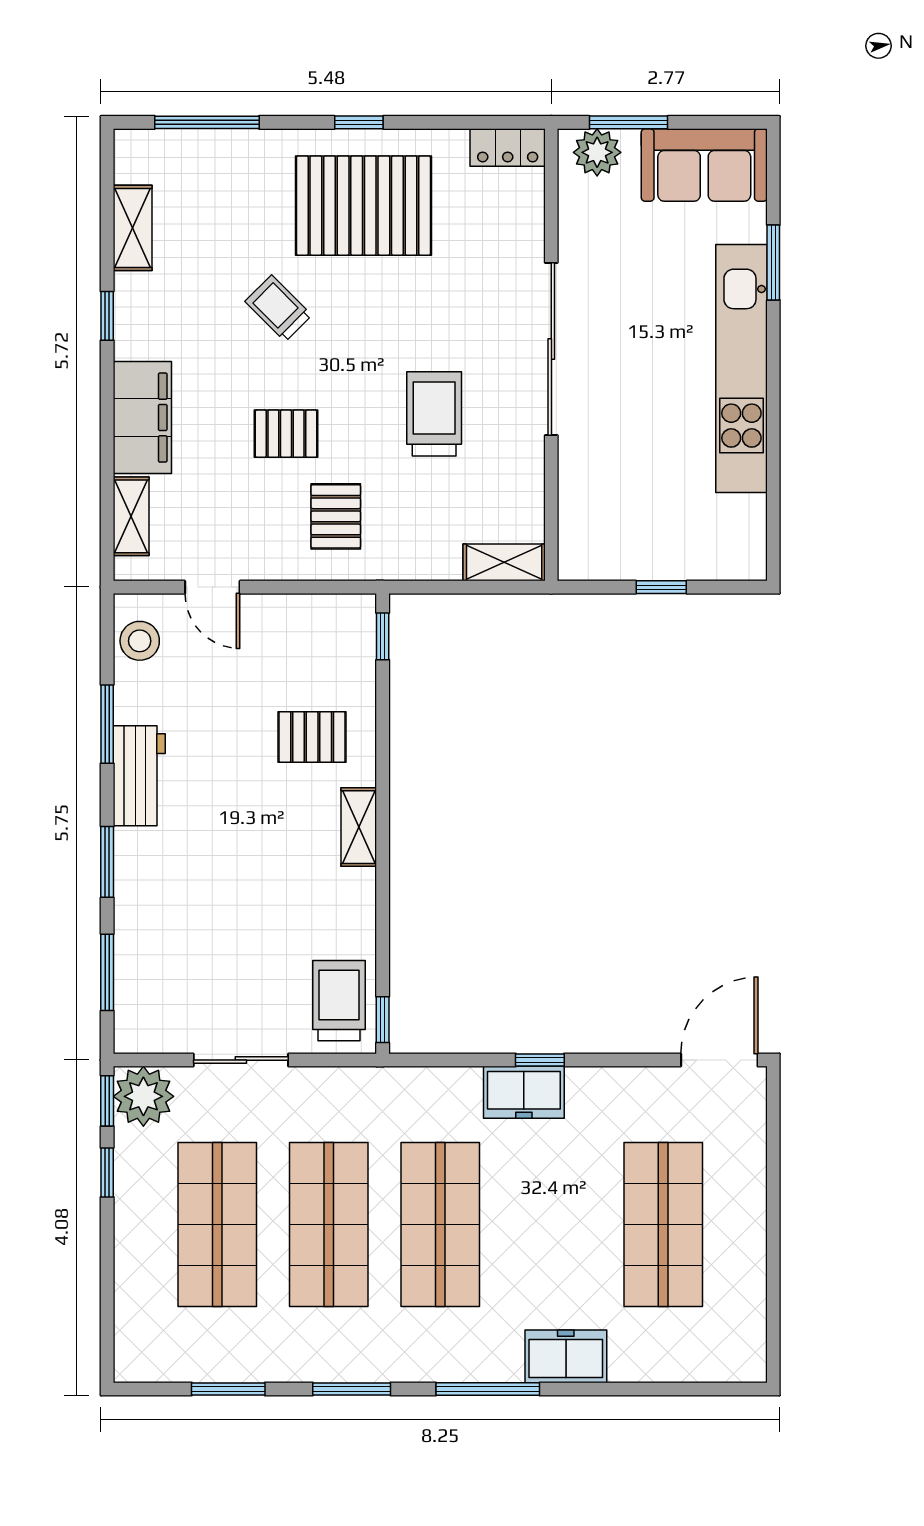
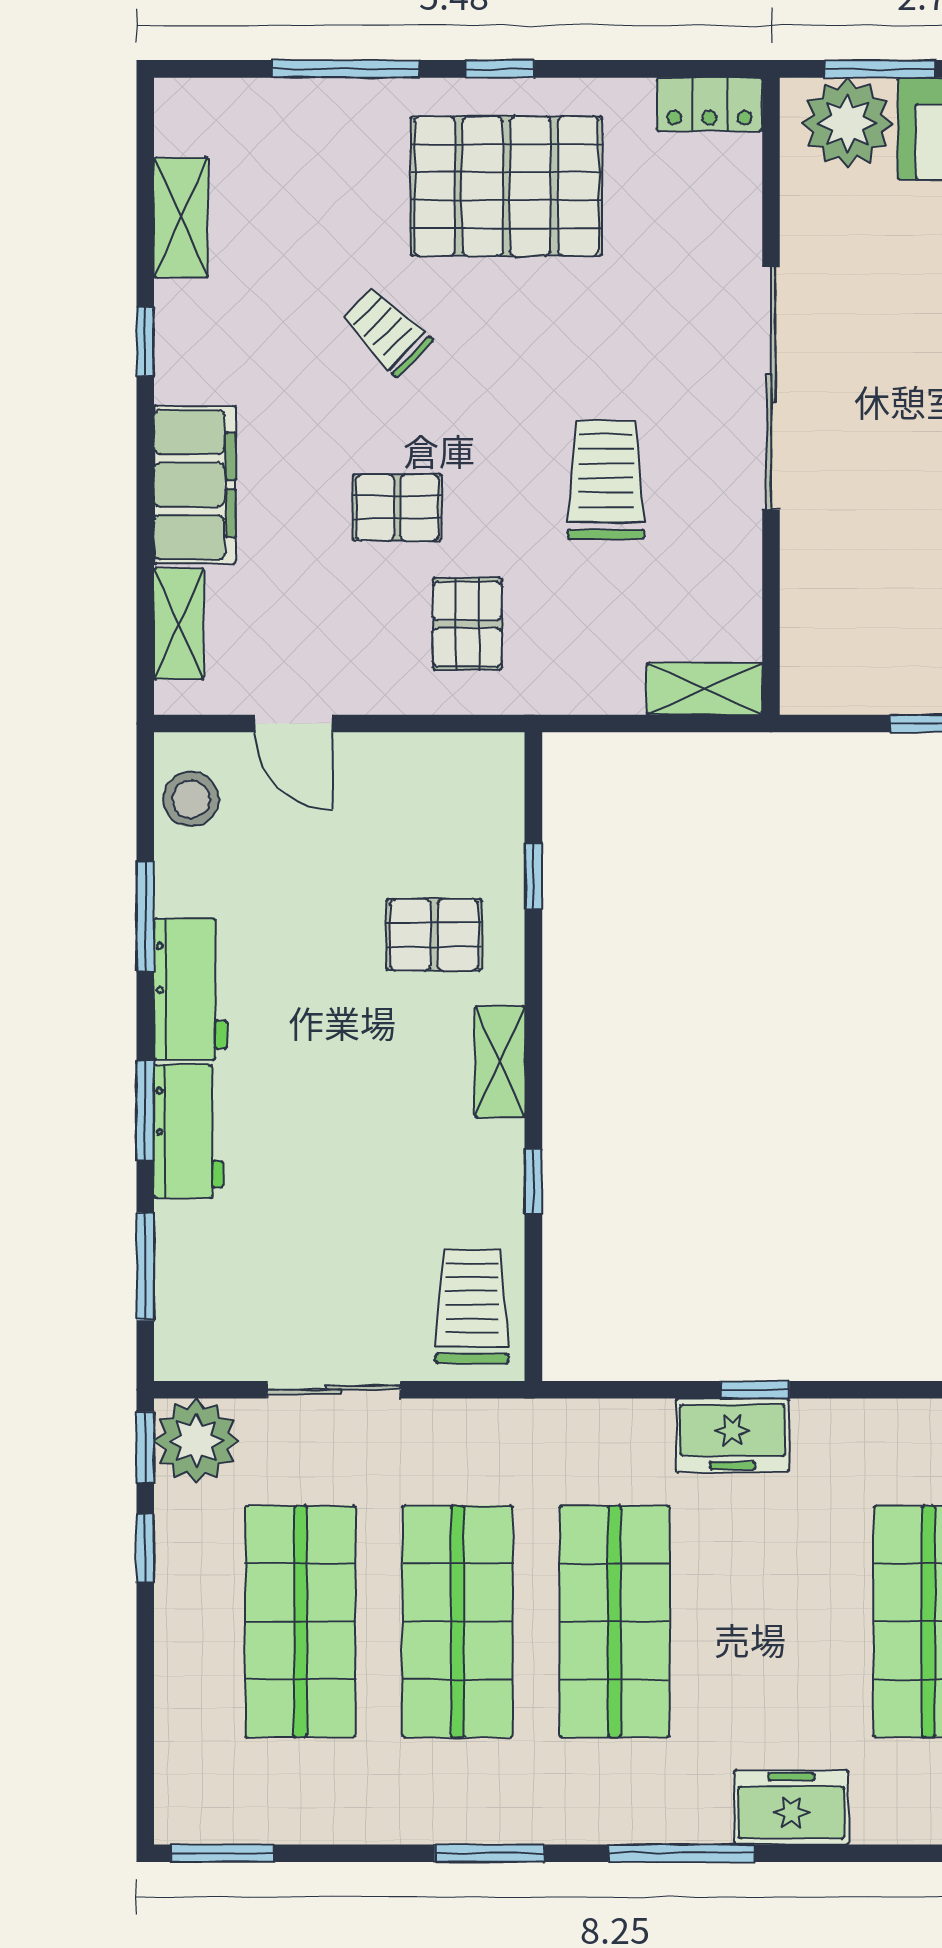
window: (207, 122) -> (346, 69), moved
plant: (597, 152) -> (848, 123), width x1.36, depth x1.36
window: (383, 636) -> (533, 876), moved
workbench: (138, 877) -> (188, 1131), added
window: (383, 1020) -> (533, 1182), moved
window: (228, 1389) -> (222, 1853), moved

